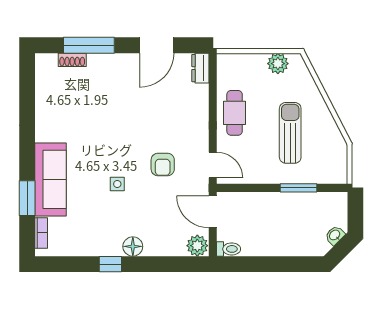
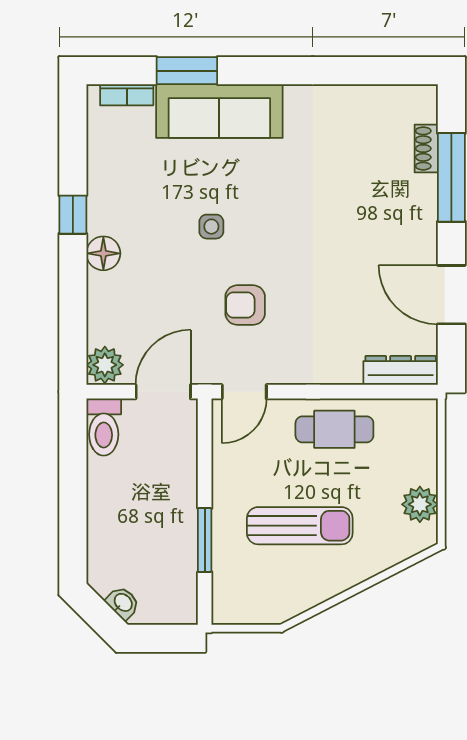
dresser: (200, 68) -> (401, 370), width x1.44
toilet: (229, 249) -> (104, 427), width x1.37, depth x1.39

